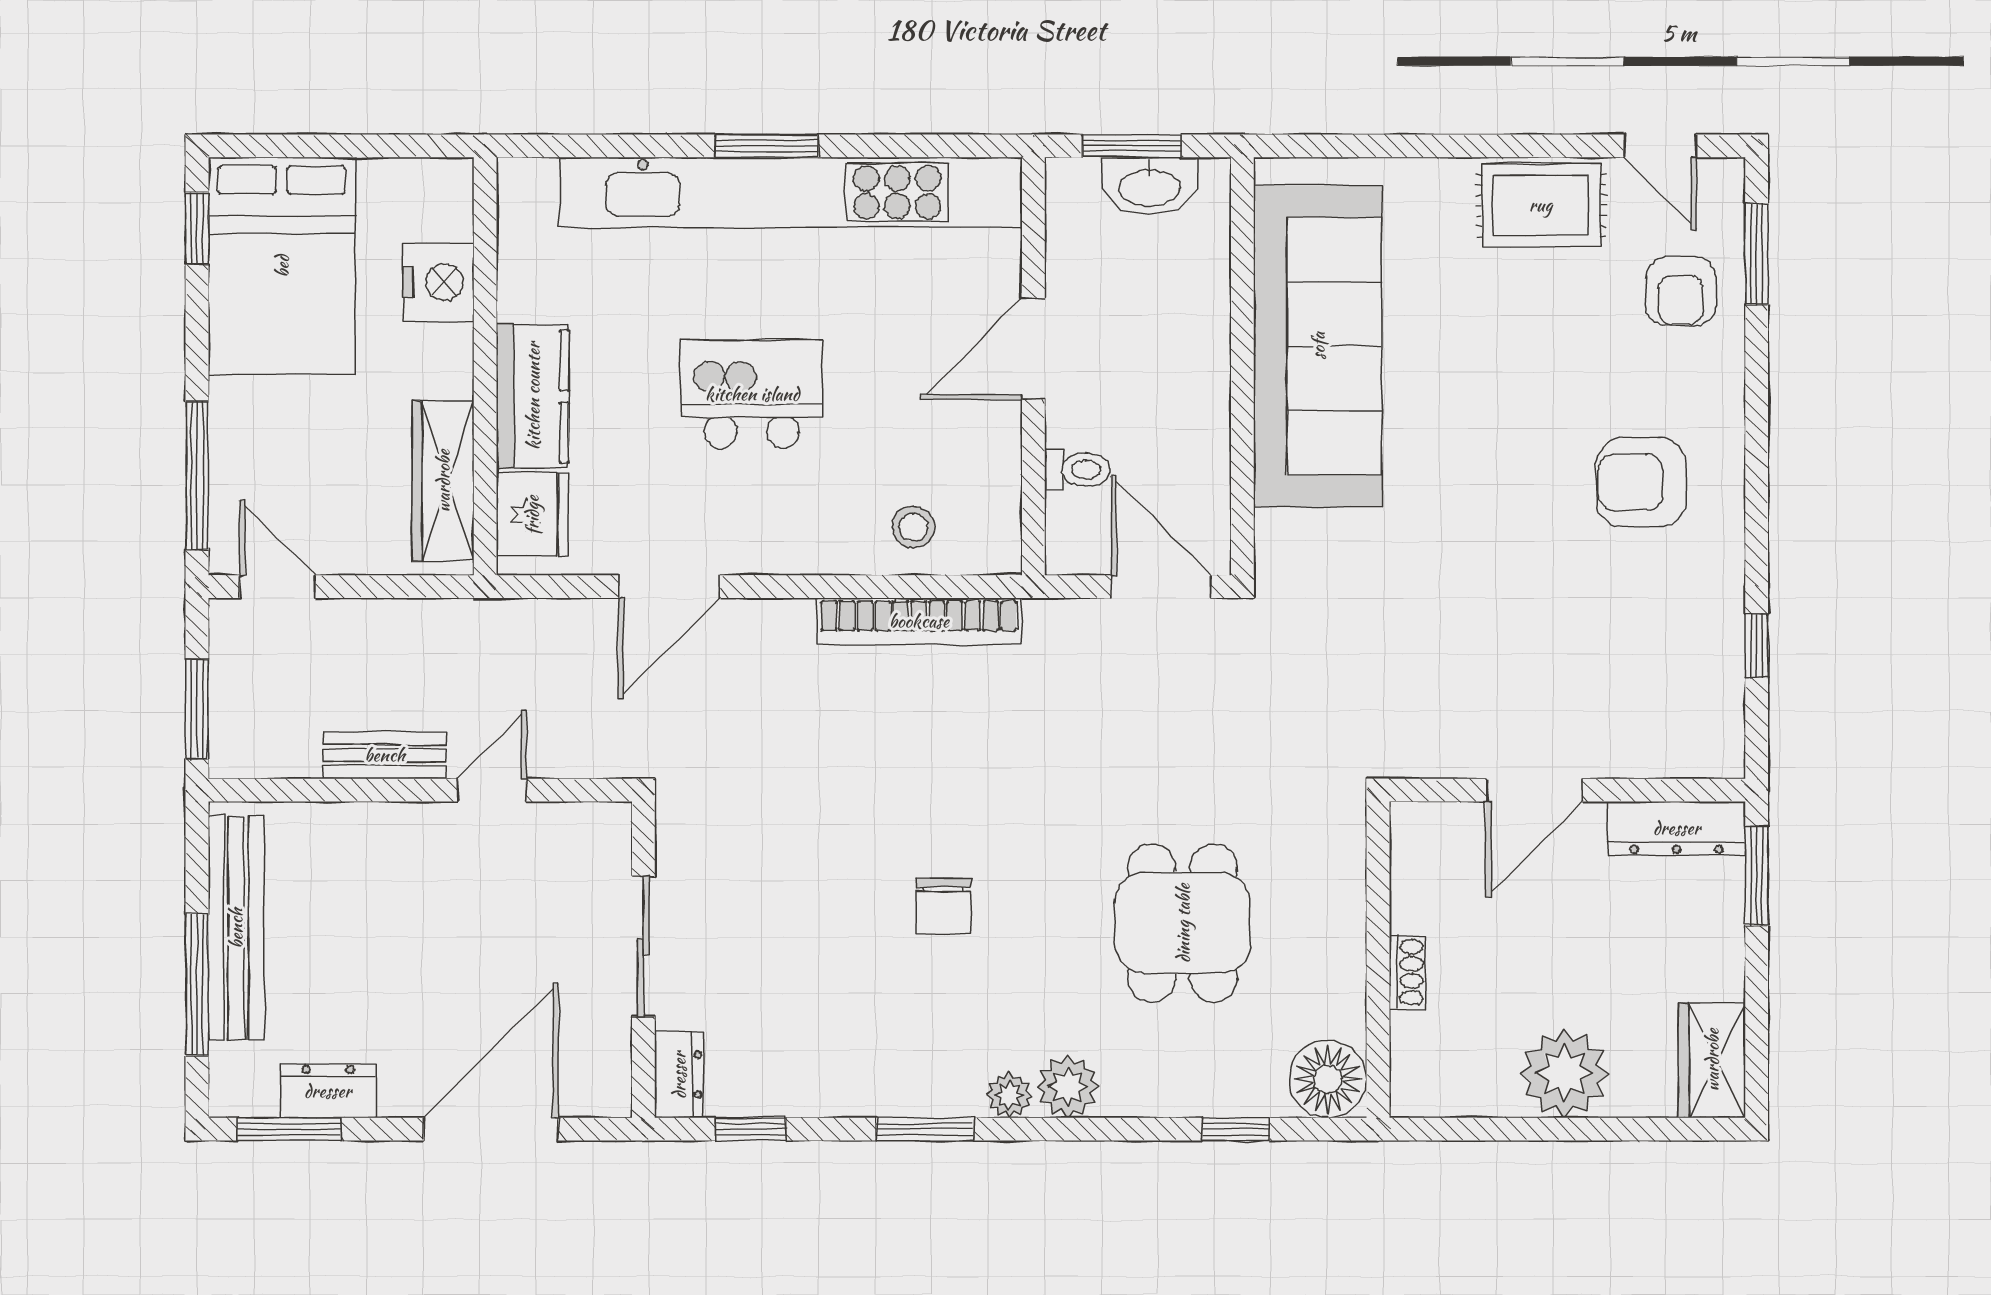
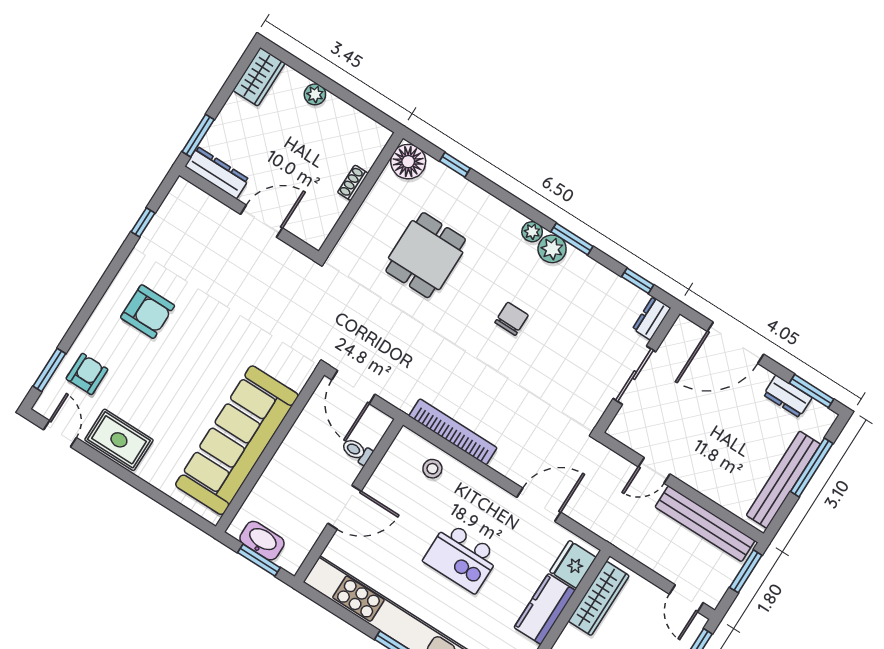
bench: (385, 755) -> (705, 524), width x1.86, depth x1.21
plant: (1564, 1073) -> (315, 94), width x0.53, depth x0.53
plant: (1068, 1087) -> (552, 249), moved

